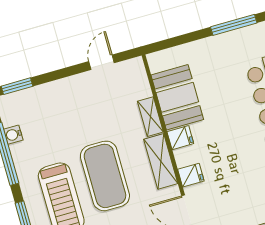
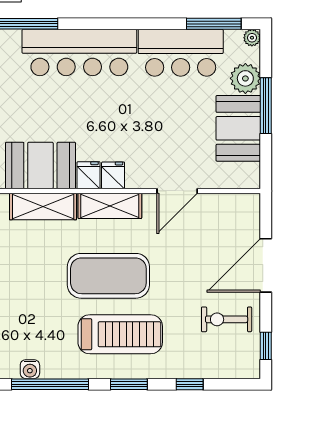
shelving: (150, 117) -> (43, 207), width x1.50, depth x1.33
fridge: (191, 175) -> (113, 175), moved

